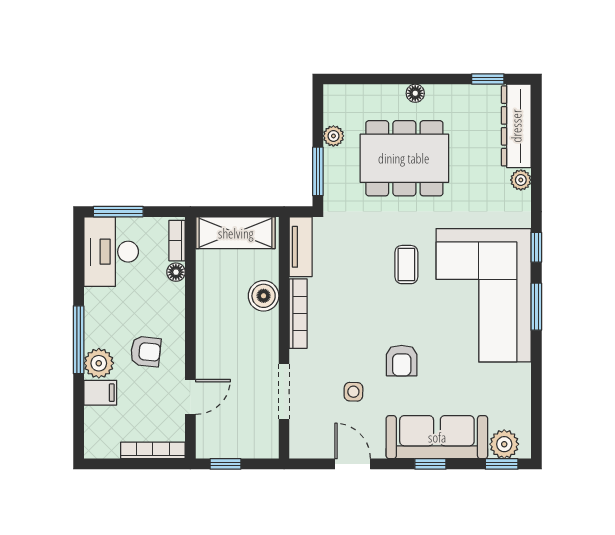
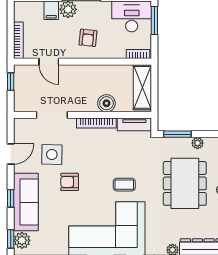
floor lamp: (176, 272) -> (120, 53), removed
armchair: (146, 351) -> (88, 38), moved
side table: (353, 392) -> (52, 154), width x1.87, depth x1.87

